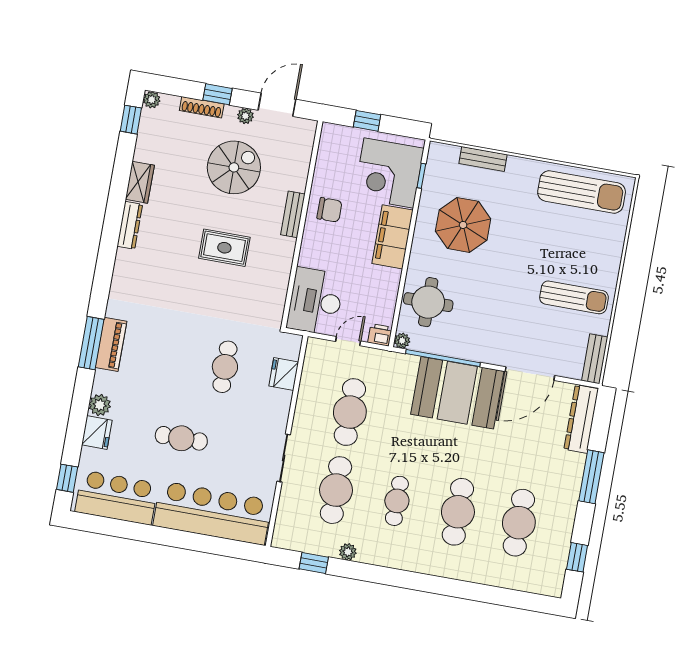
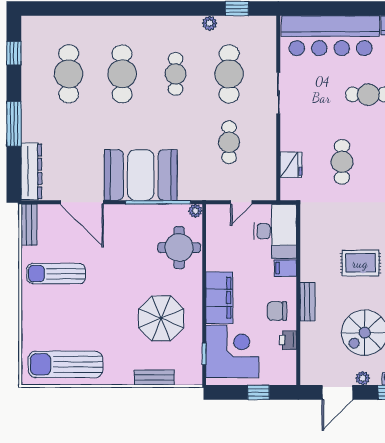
filing cabinet: (311, 257) -> (285, 268), added
printer: (380, 335) -> (288, 340), moved, turned 90
door: (530, 374) -> (82, 202), swing flipped
cafe table: (350, 412) -> (229, 142), width x0.73, depth x0.74

